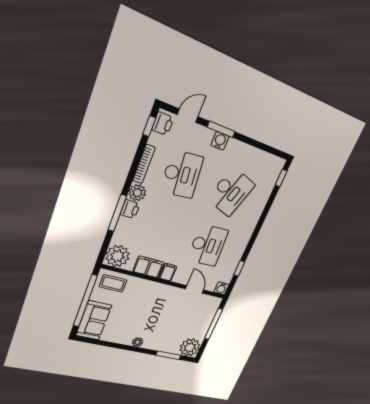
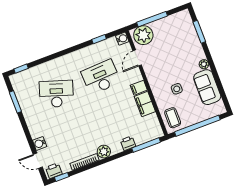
window: (221, 129) -> (15, 102), moved
water cooler: (220, 141) -> (40, 143), moved
desk: (182, 174) -> (72, 135), removed
printer: (130, 209) -> (128, 143), moved
window: (117, 213) -> (146, 145), moved
plant: (118, 256) -> (152, 130), removed
side table: (137, 305) -> (177, 89), added
sofa: (94, 320) -> (207, 87), moved, turned -90
plant: (190, 347) -> (143, 35), moved

